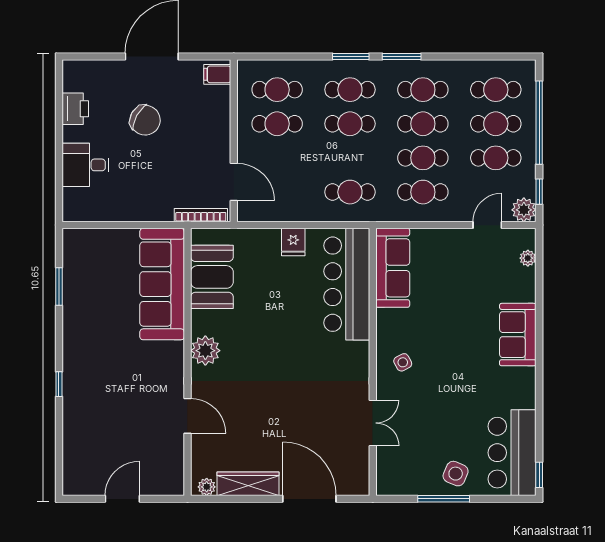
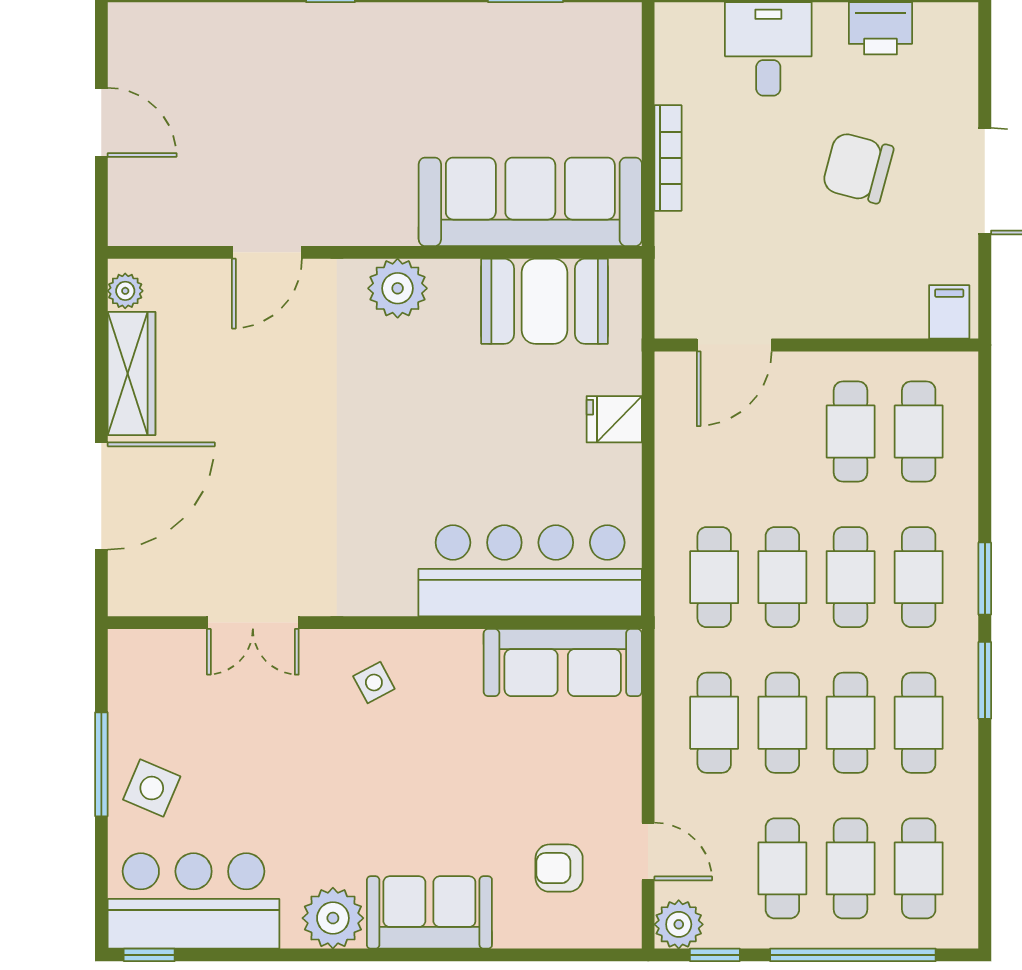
chair: (145, 120) -> (858, 168), turned 76
cafe table: (350, 158) -> (782, 577), added
bookcase: (201, 215) -> (668, 158), moved
fridge: (293, 242) -> (614, 419), moved
plant: (528, 258) -> (333, 918), moved, width x1.88, depth x1.88
armchair: (496, 270) -> (559, 868), added

